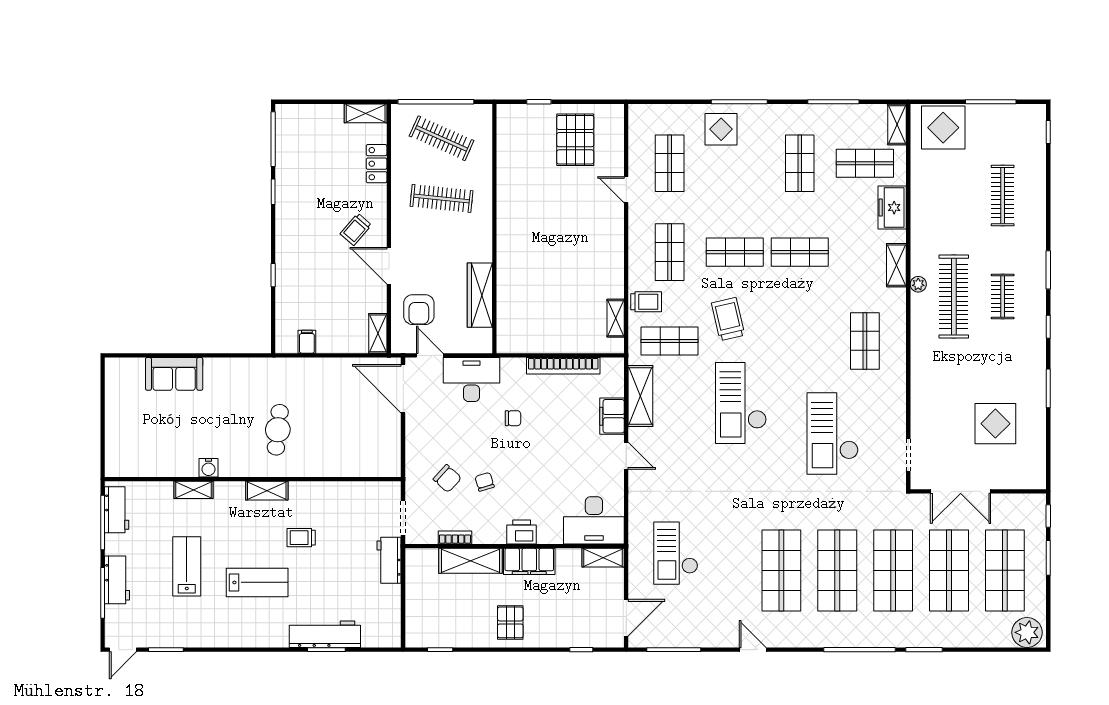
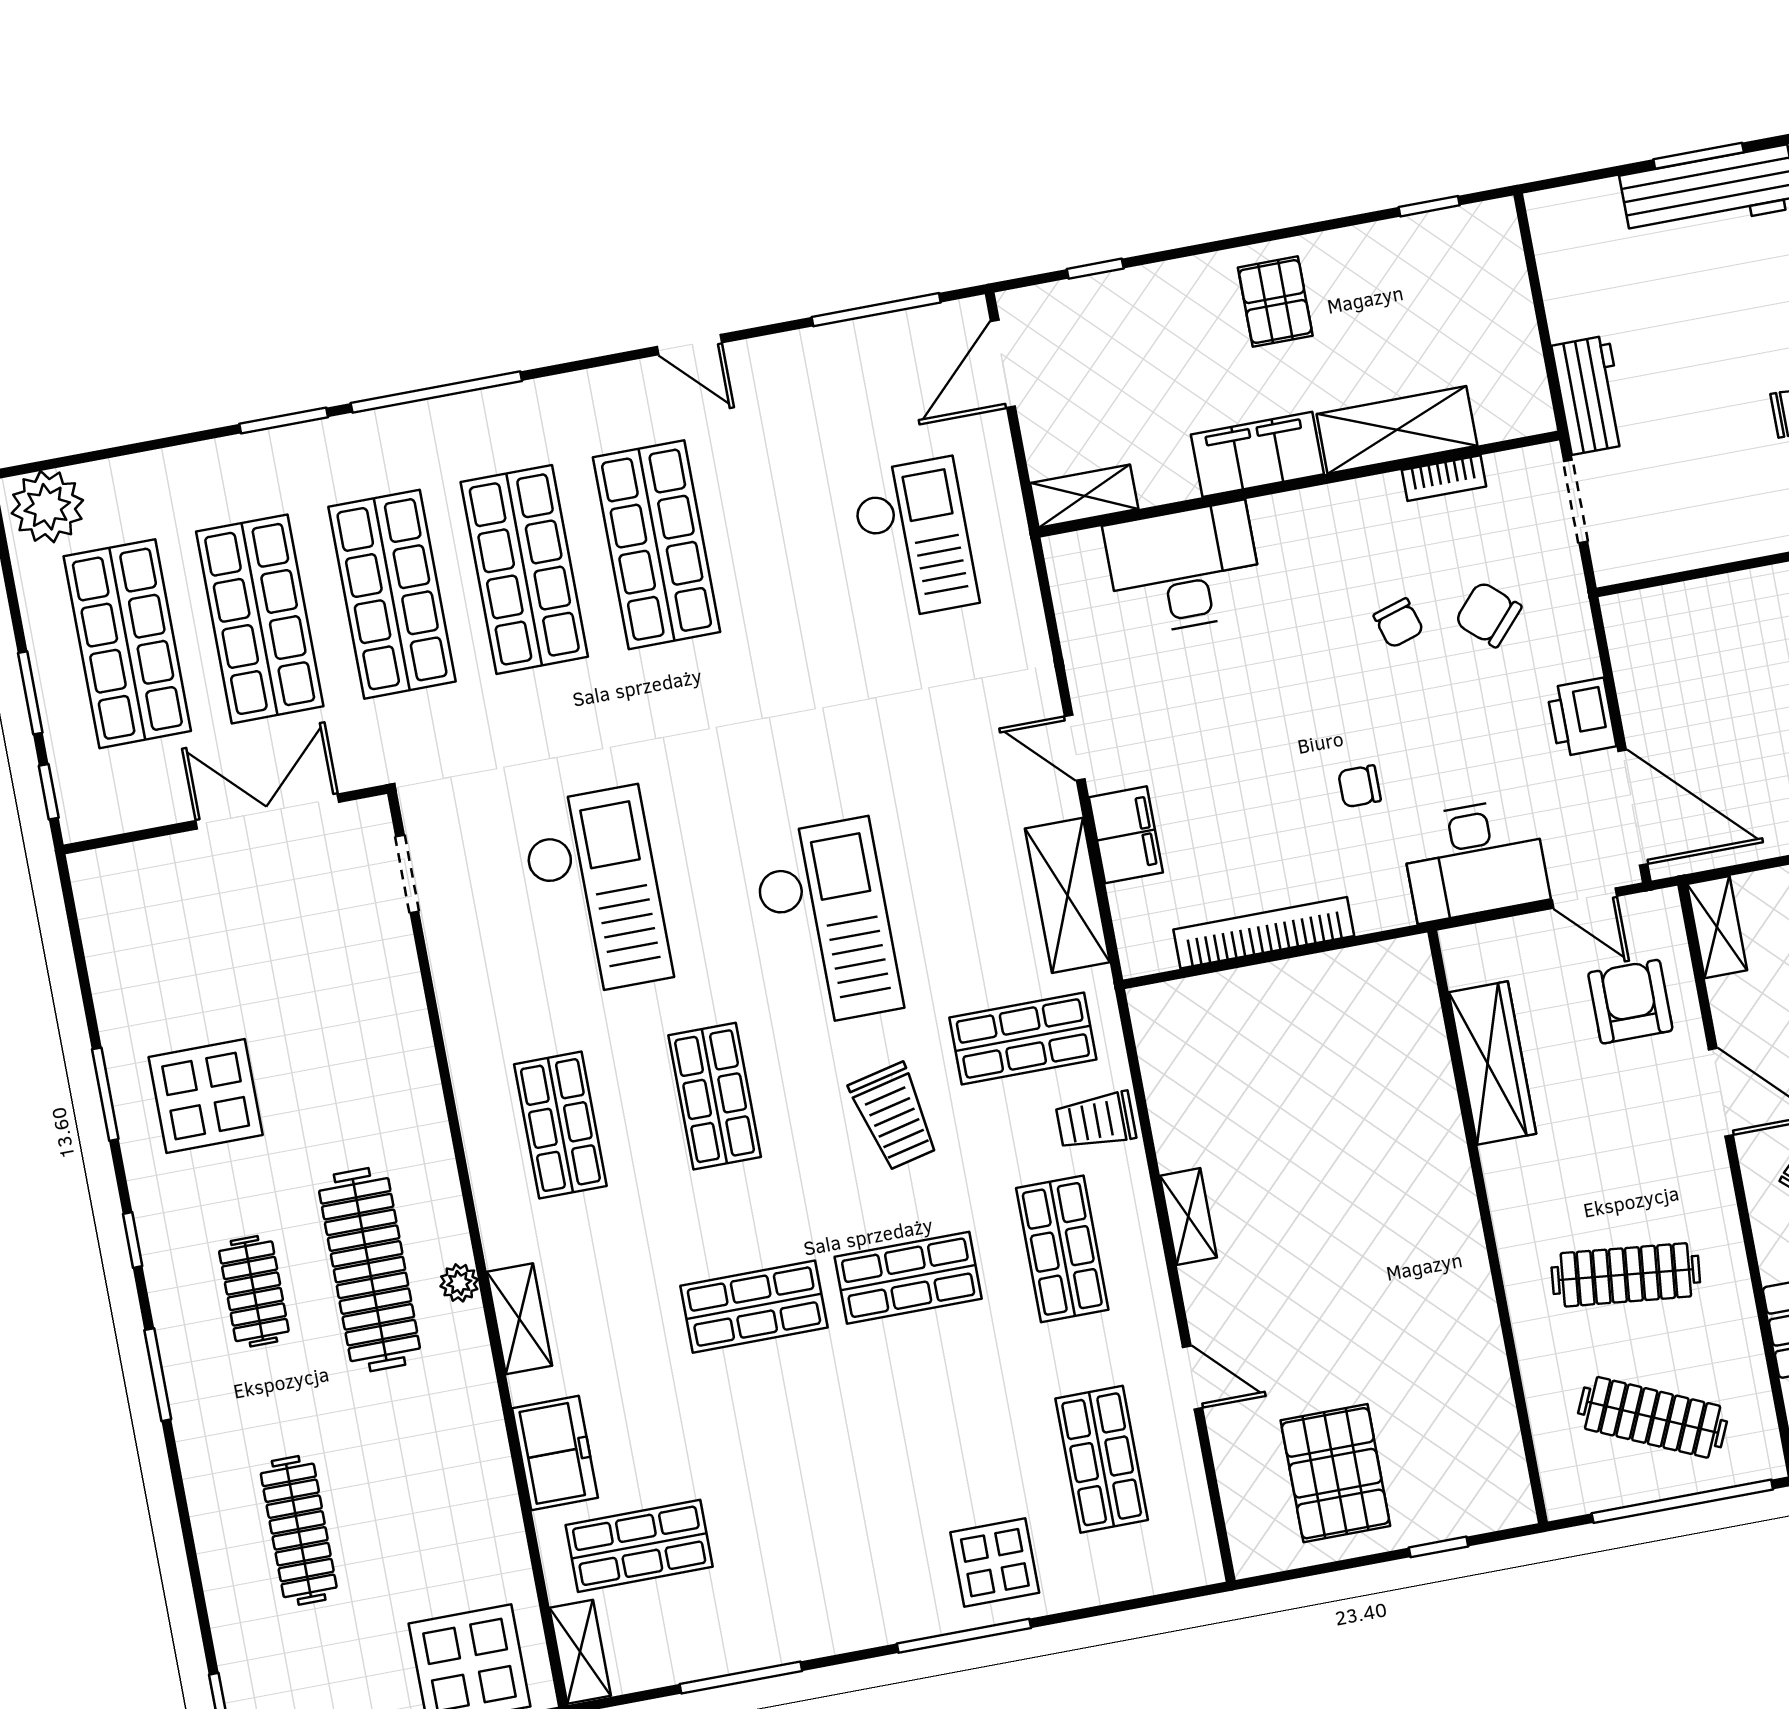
shop shelf: (800, 163) -> (715, 1096), moved
shelving: (616, 318) -> (1188, 1217), moved
display table: (995, 424) -> (206, 1096), moved
desk: (594, 520) -> (1184, 569), moved
printer: (522, 532) -> (1581, 717), moved, turned 90

